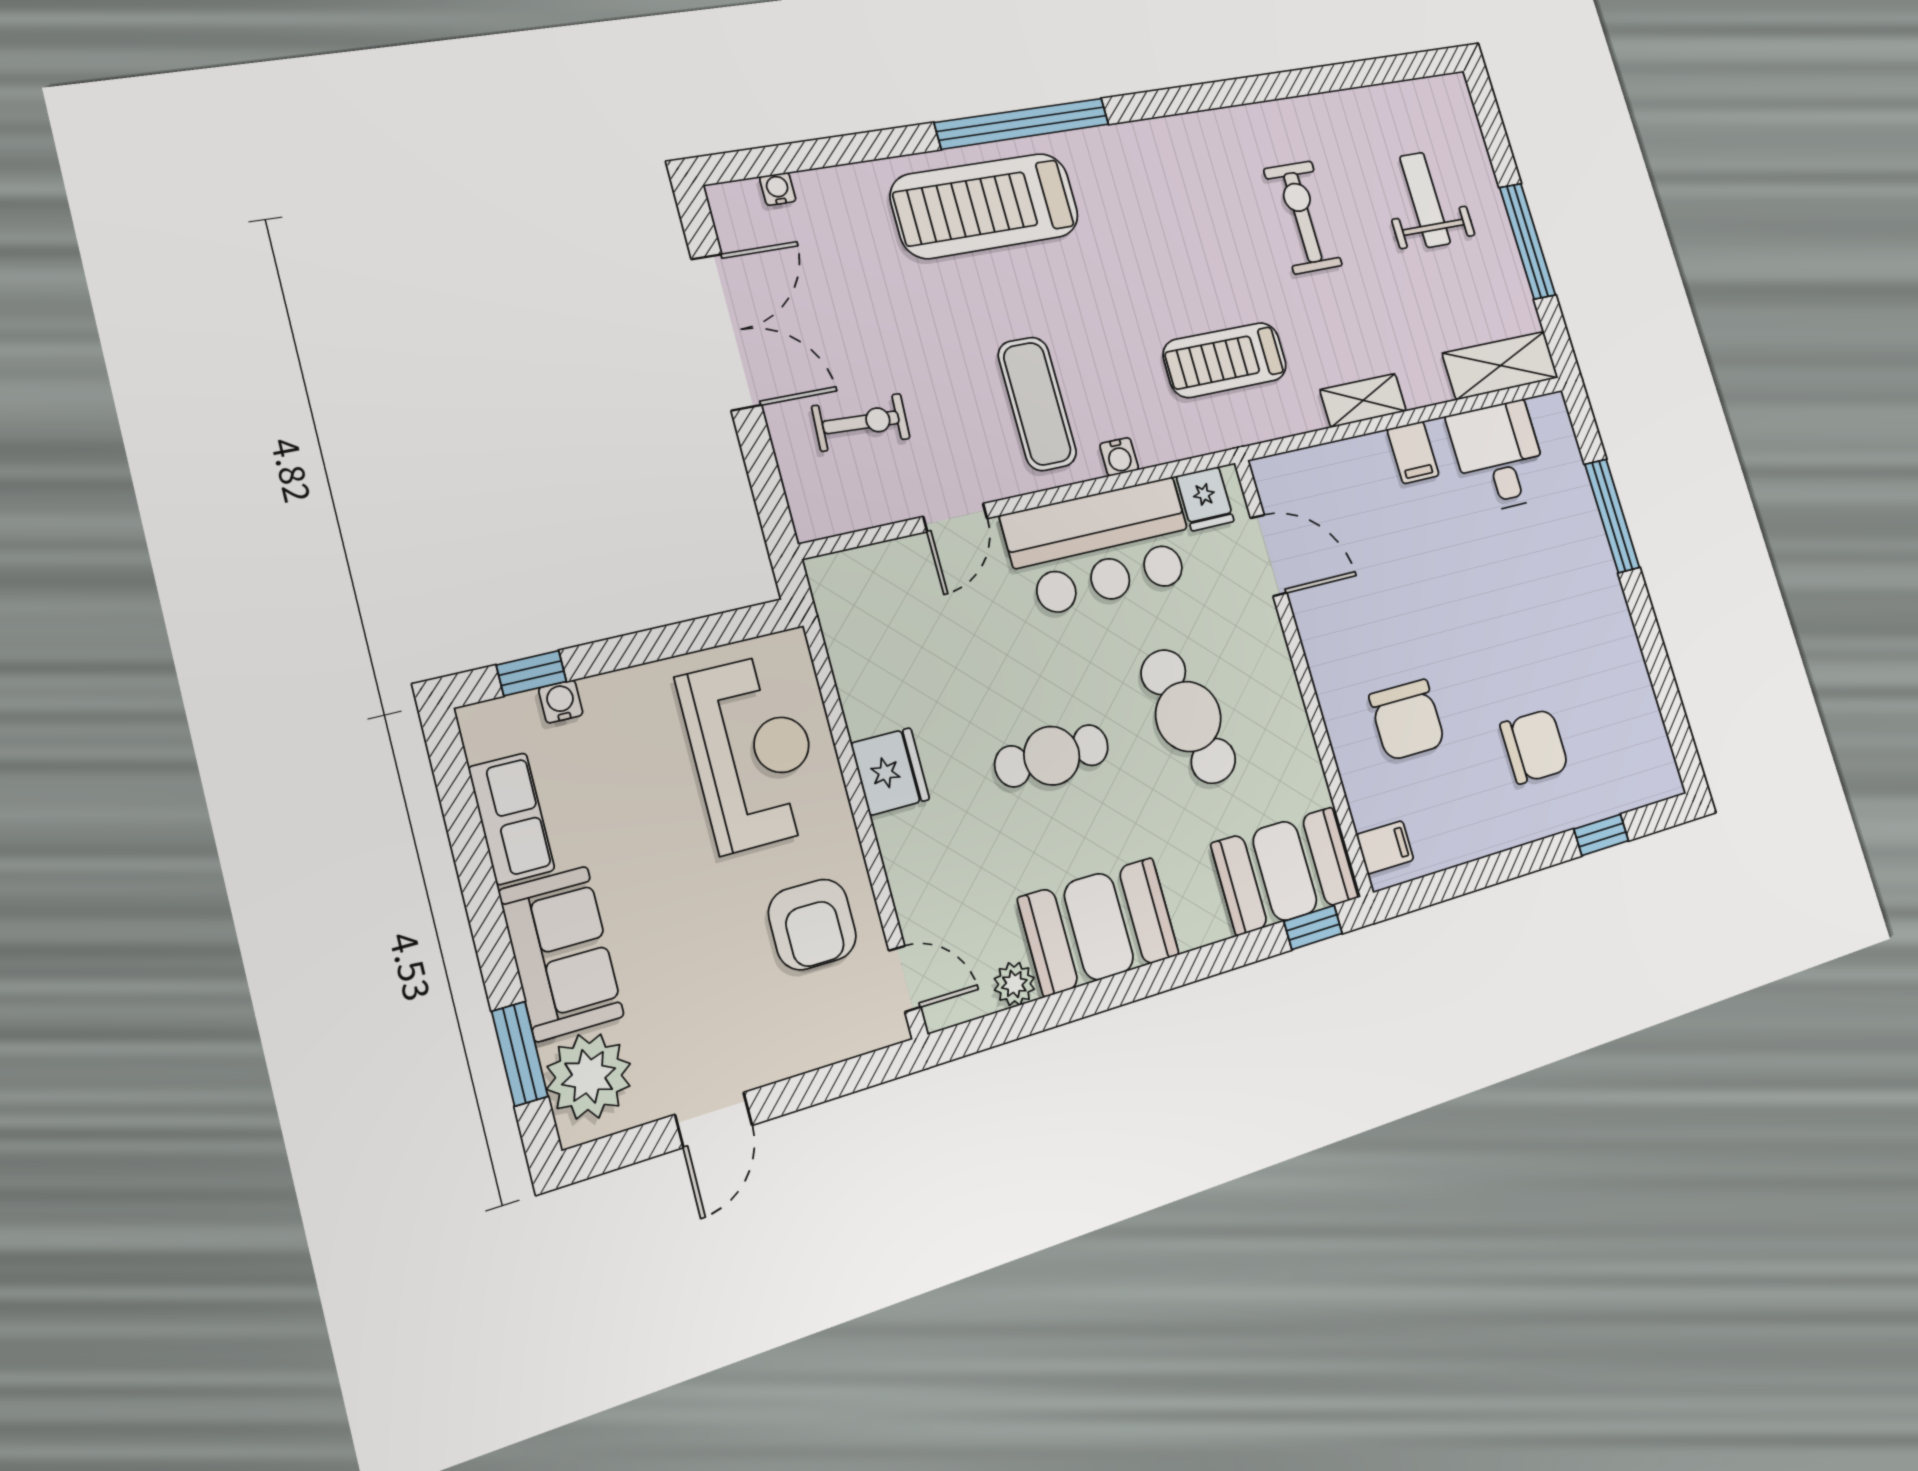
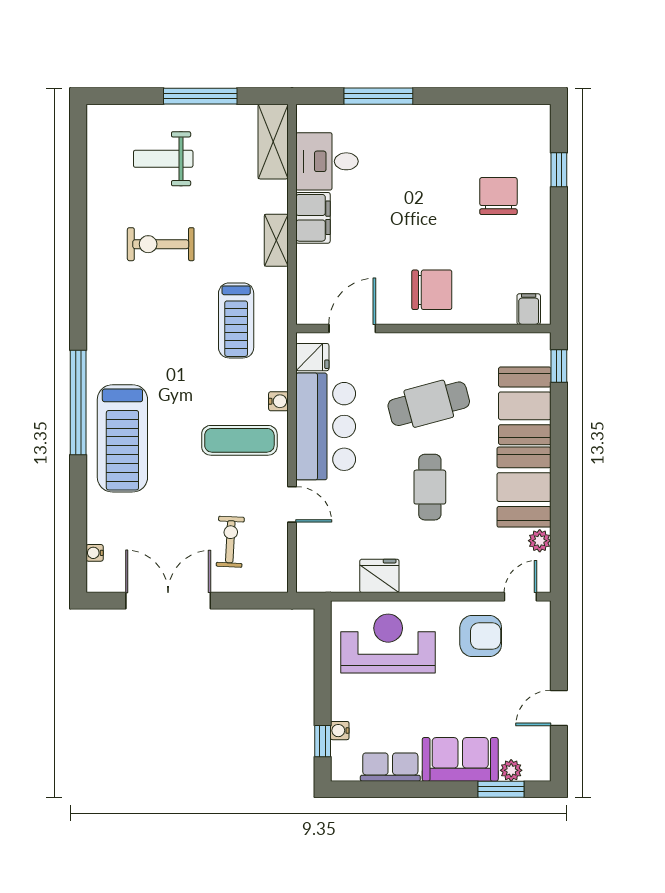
filing cabinet: (1413, 452) -> (313, 218), width x2.00
chair: (1407, 720) -> (432, 290), moved
fridge: (890, 771) -> (379, 576), moved
booth: (1285, 871) -> (525, 406), moved
plant: (589, 1076) -> (511, 770), width x0.53, depth x0.53
door: (714, 1120) -> (559, 708), swing flipped

